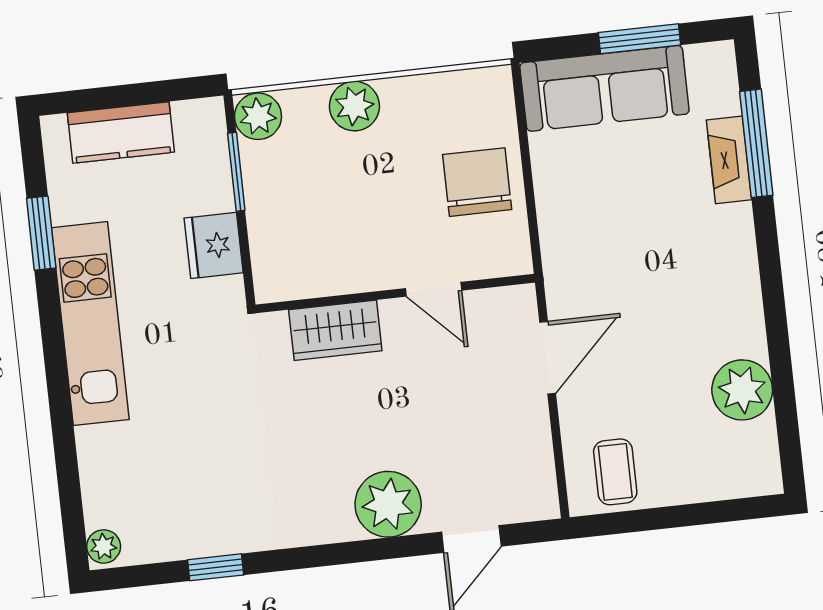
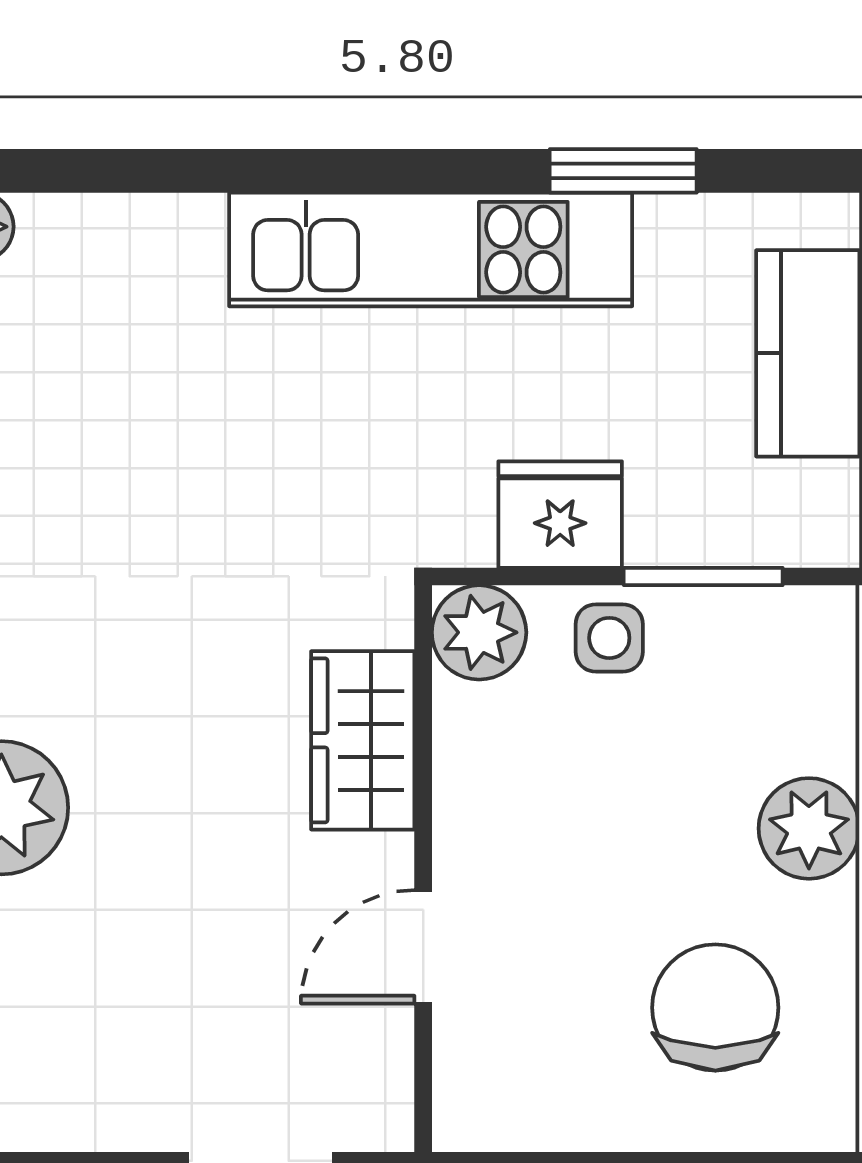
plant: (258, 116) -> (479, 632), moved
chair: (477, 182) -> (715, 1008), moved, turned -90
side table: (272, 215) -> (609, 638), added

